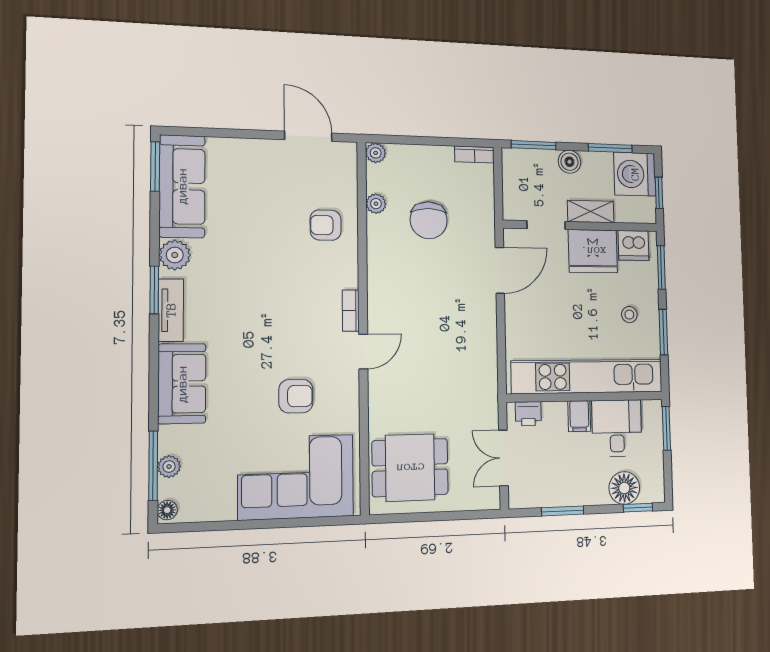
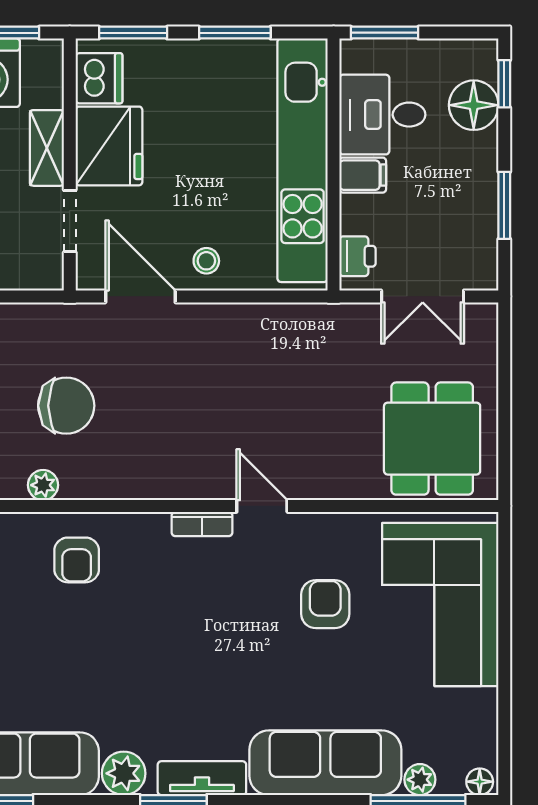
stool: (629, 315) -> (206, 261), moved
sofa: (182, 384) -> (325, 763), width x1.36

